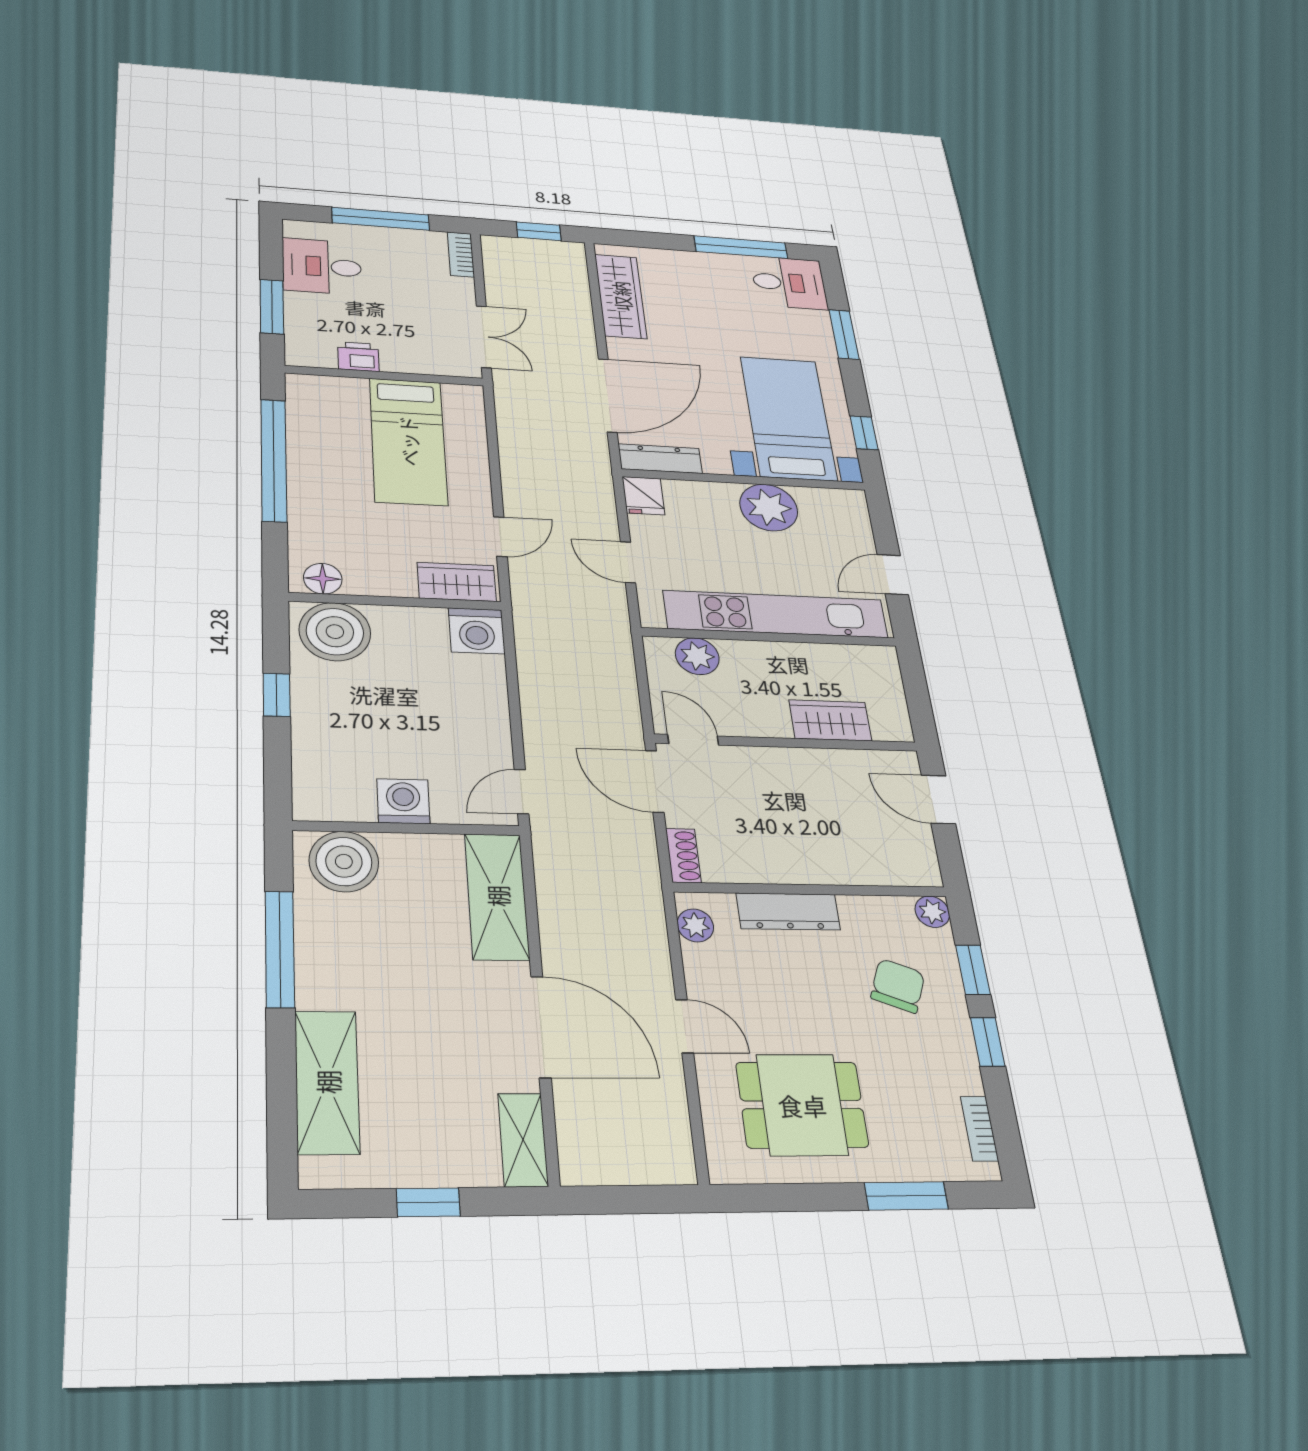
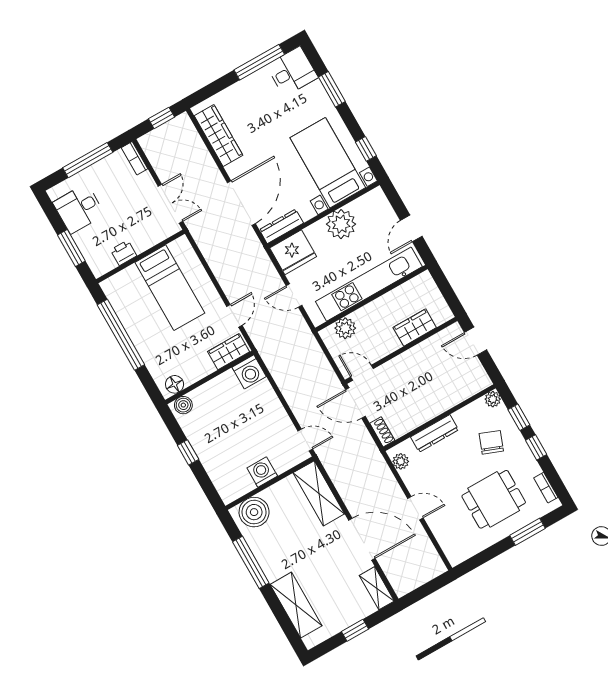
fridge: (643, 496) -> (293, 252), width x1.88, depth x1.34
boiler: (335, 632) -> (183, 405), width x0.54, depth x0.54
door: (521, 792) -> (305, 440), swing flipped
dining table: (802, 1105) -> (494, 499), moved

